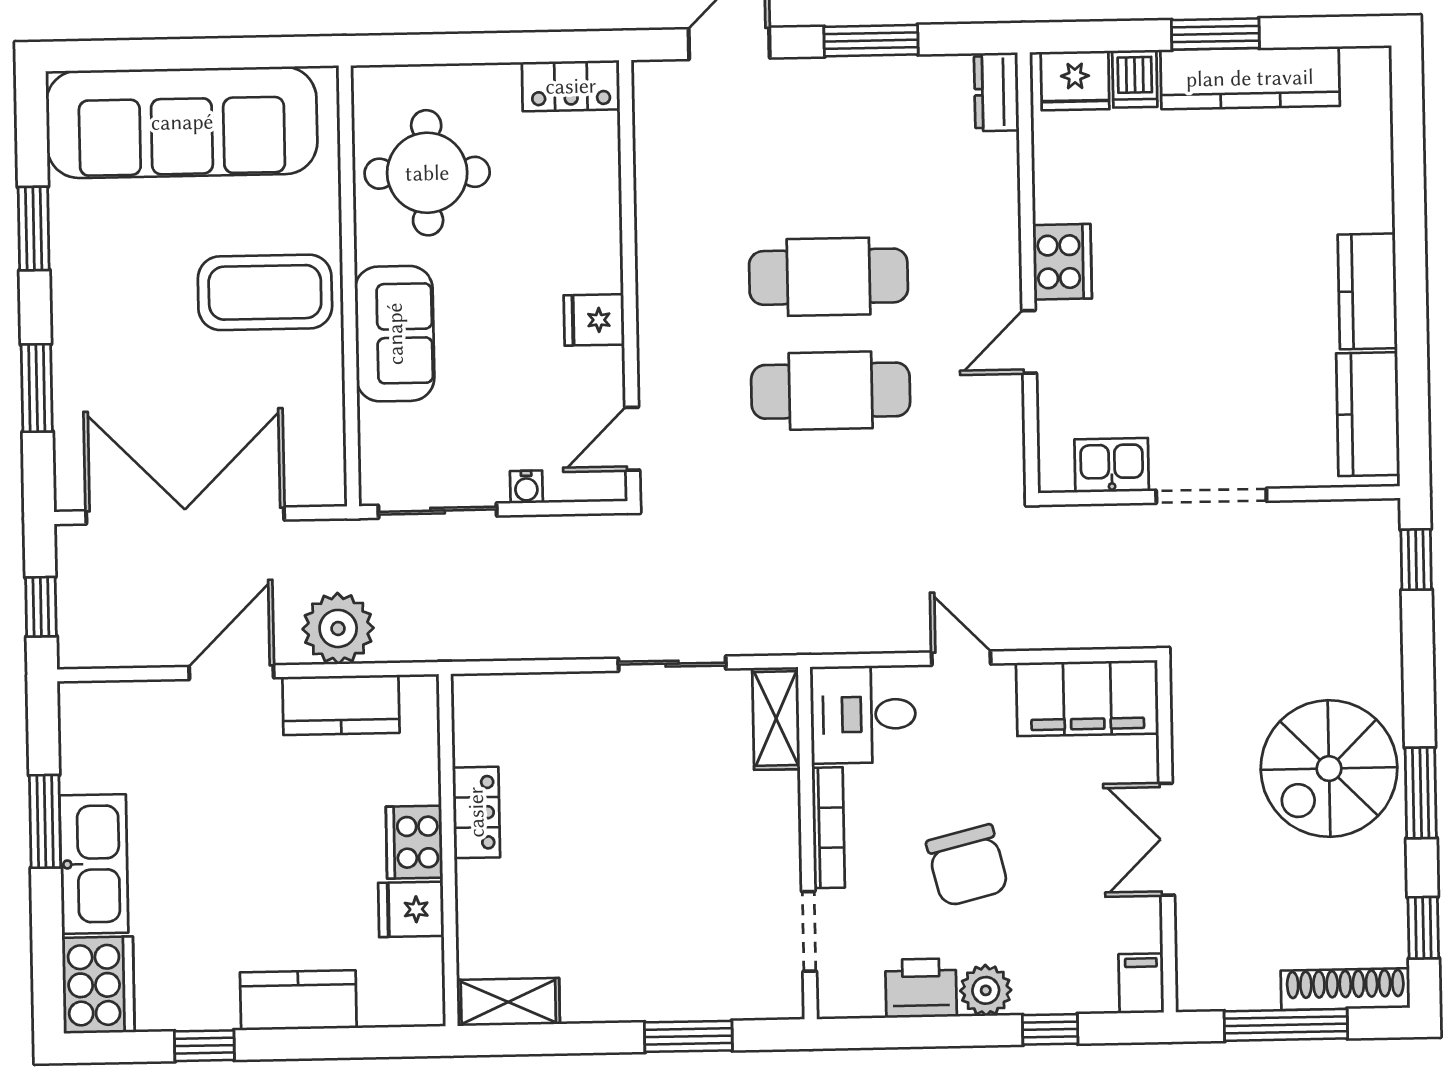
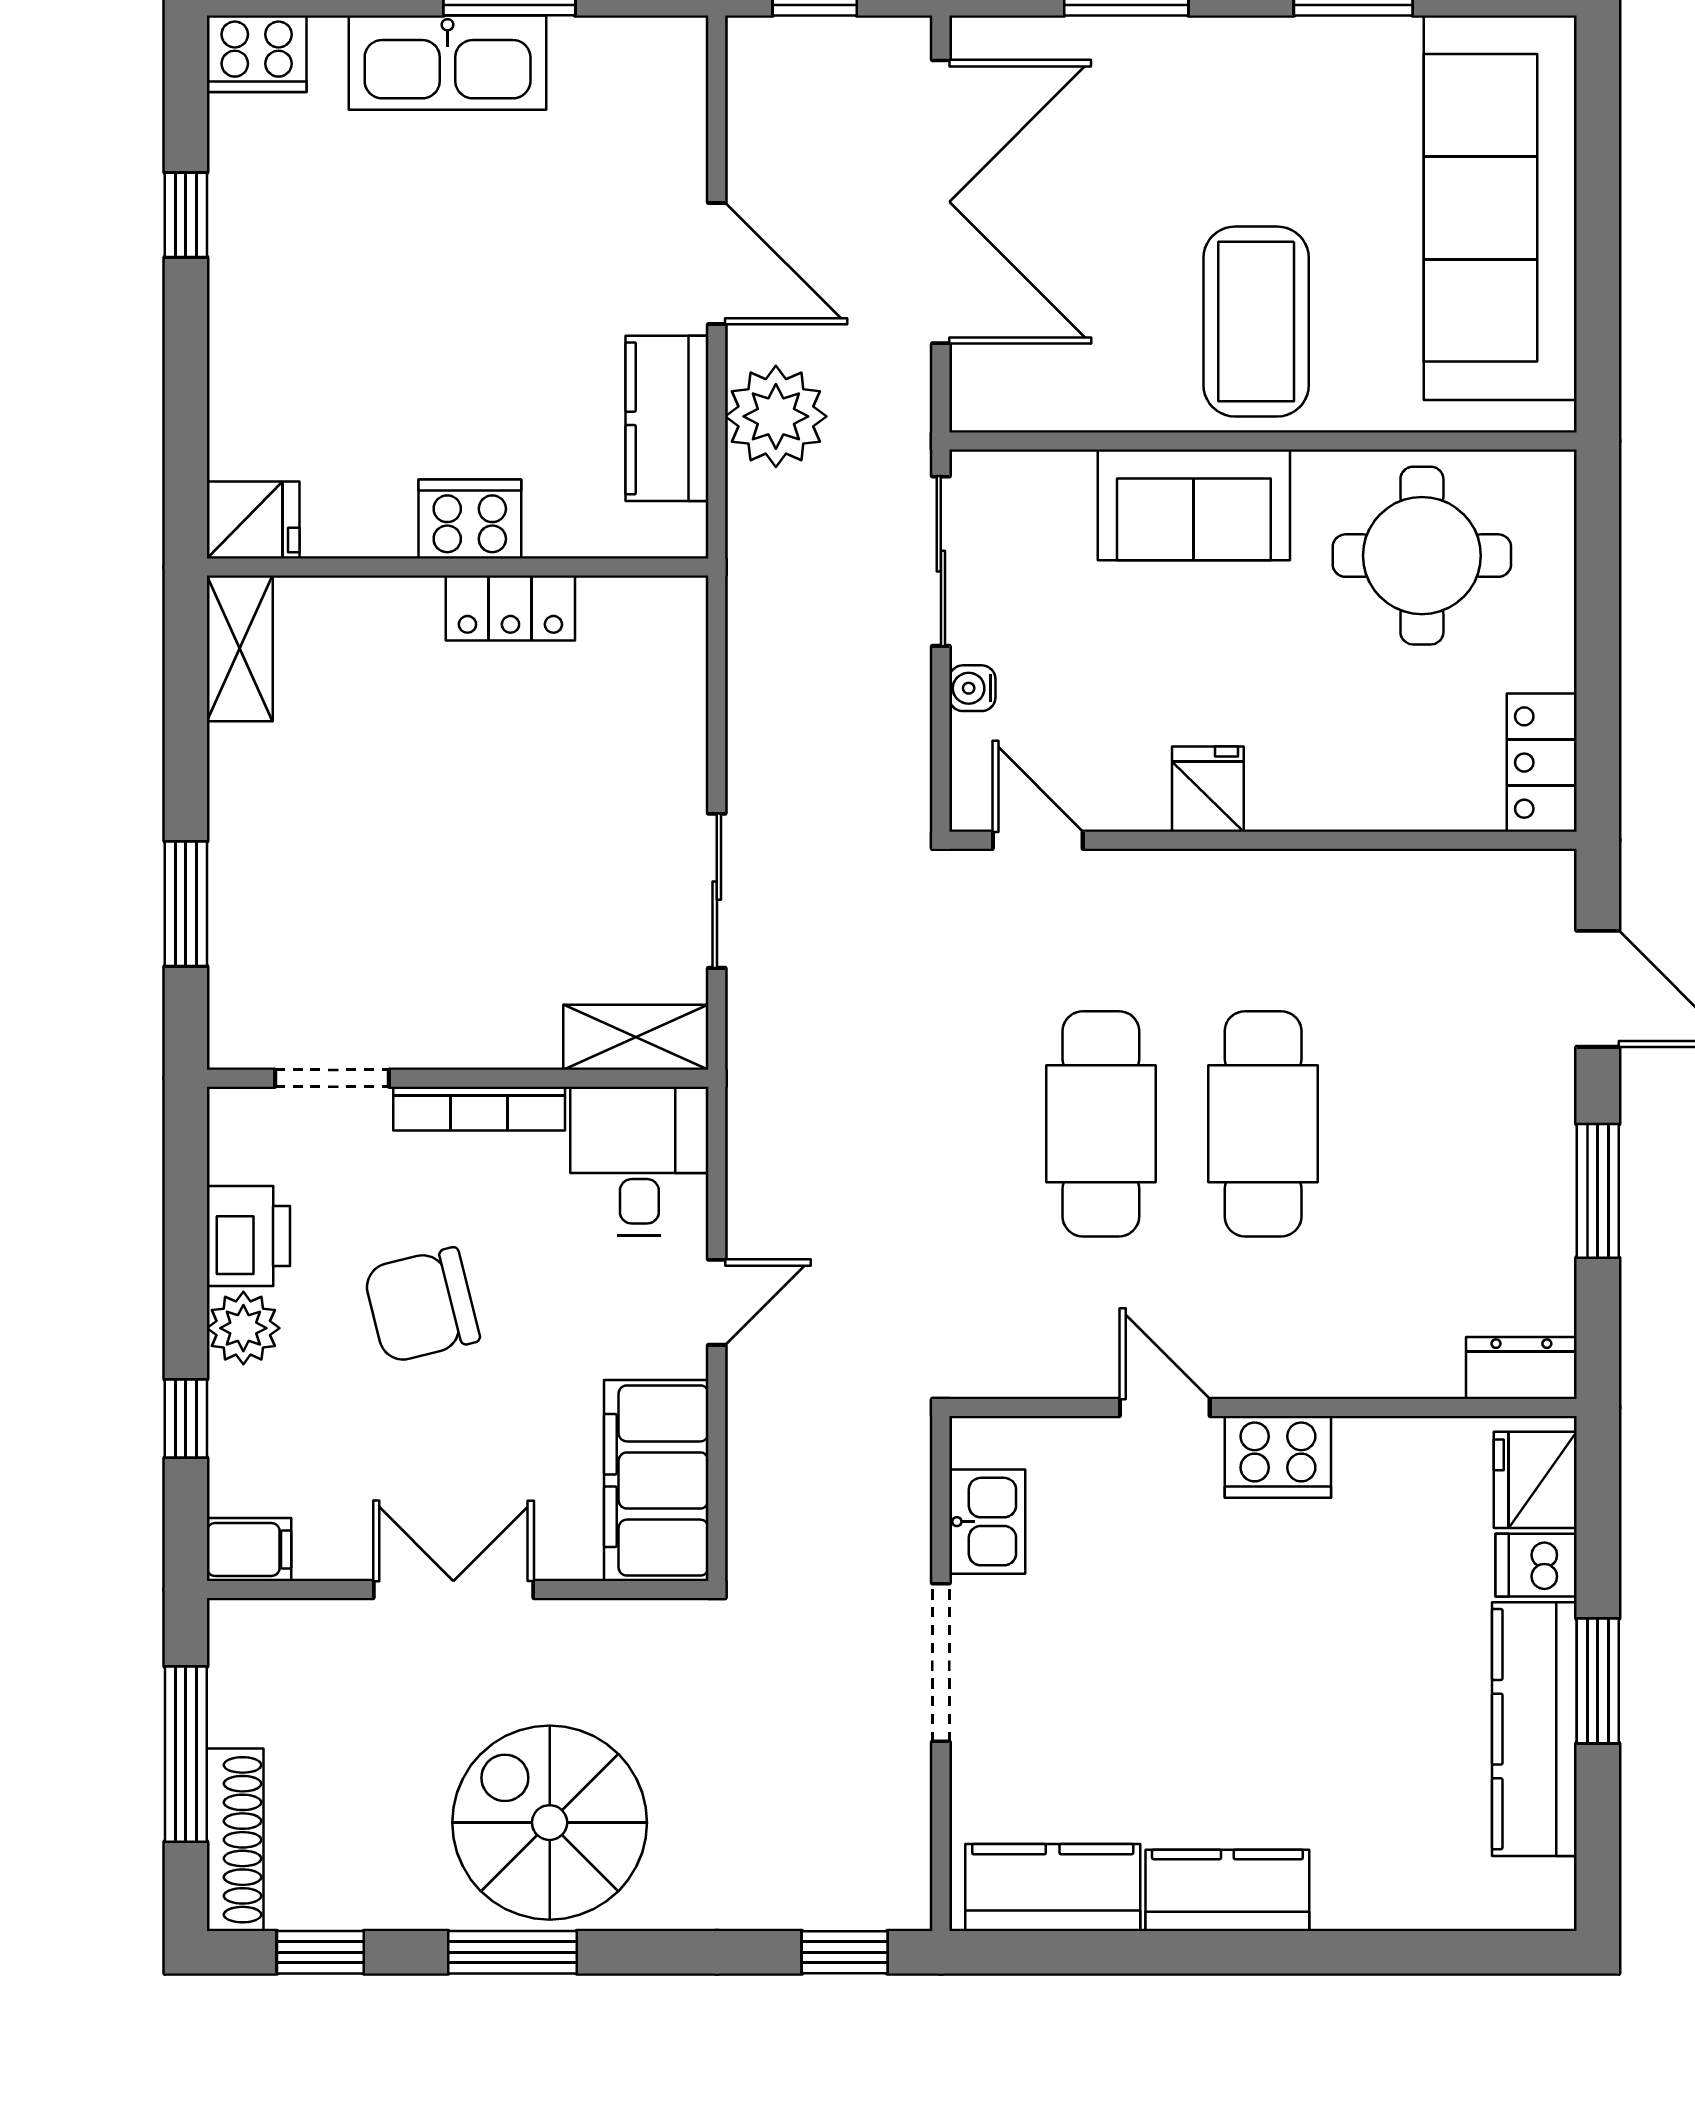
fridge: (411, 909) -> (253, 520), moved, turned 90
cooker: (98, 985) -> (257, 54), width x0.73, depth x0.76
kitchen counter: (298, 1000) -> (248, 350), removed

